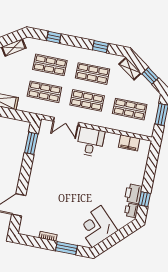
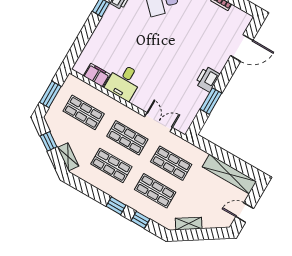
window: (100, 47) -> (116, 206), moved
desk: (90, 142) -> (124, 82), moved
window: (31, 143) -> (211, 101), moved
printer: (133, 194) -> (208, 79), moved, turned 180

